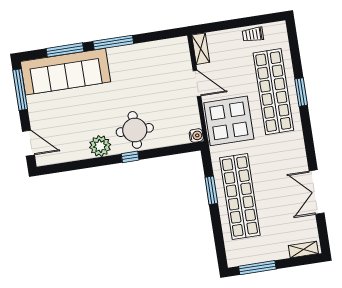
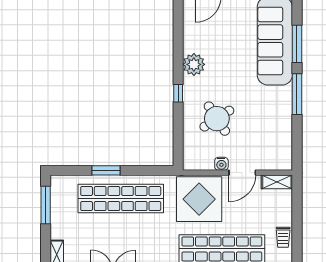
trolley: (253, 35) -> (283, 237), turned 180
round table: (135, 130) -> (217, 119), moved, turned -33
water cooler: (196, 136) -> (221, 164), moved
window: (211, 190) -> (106, 170), moved

